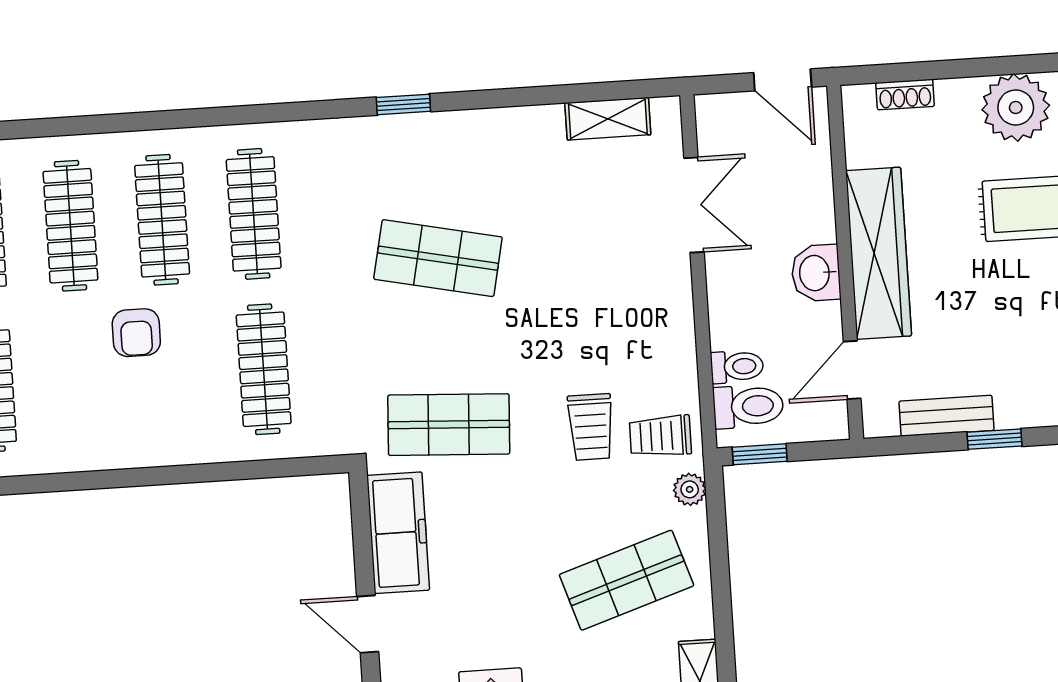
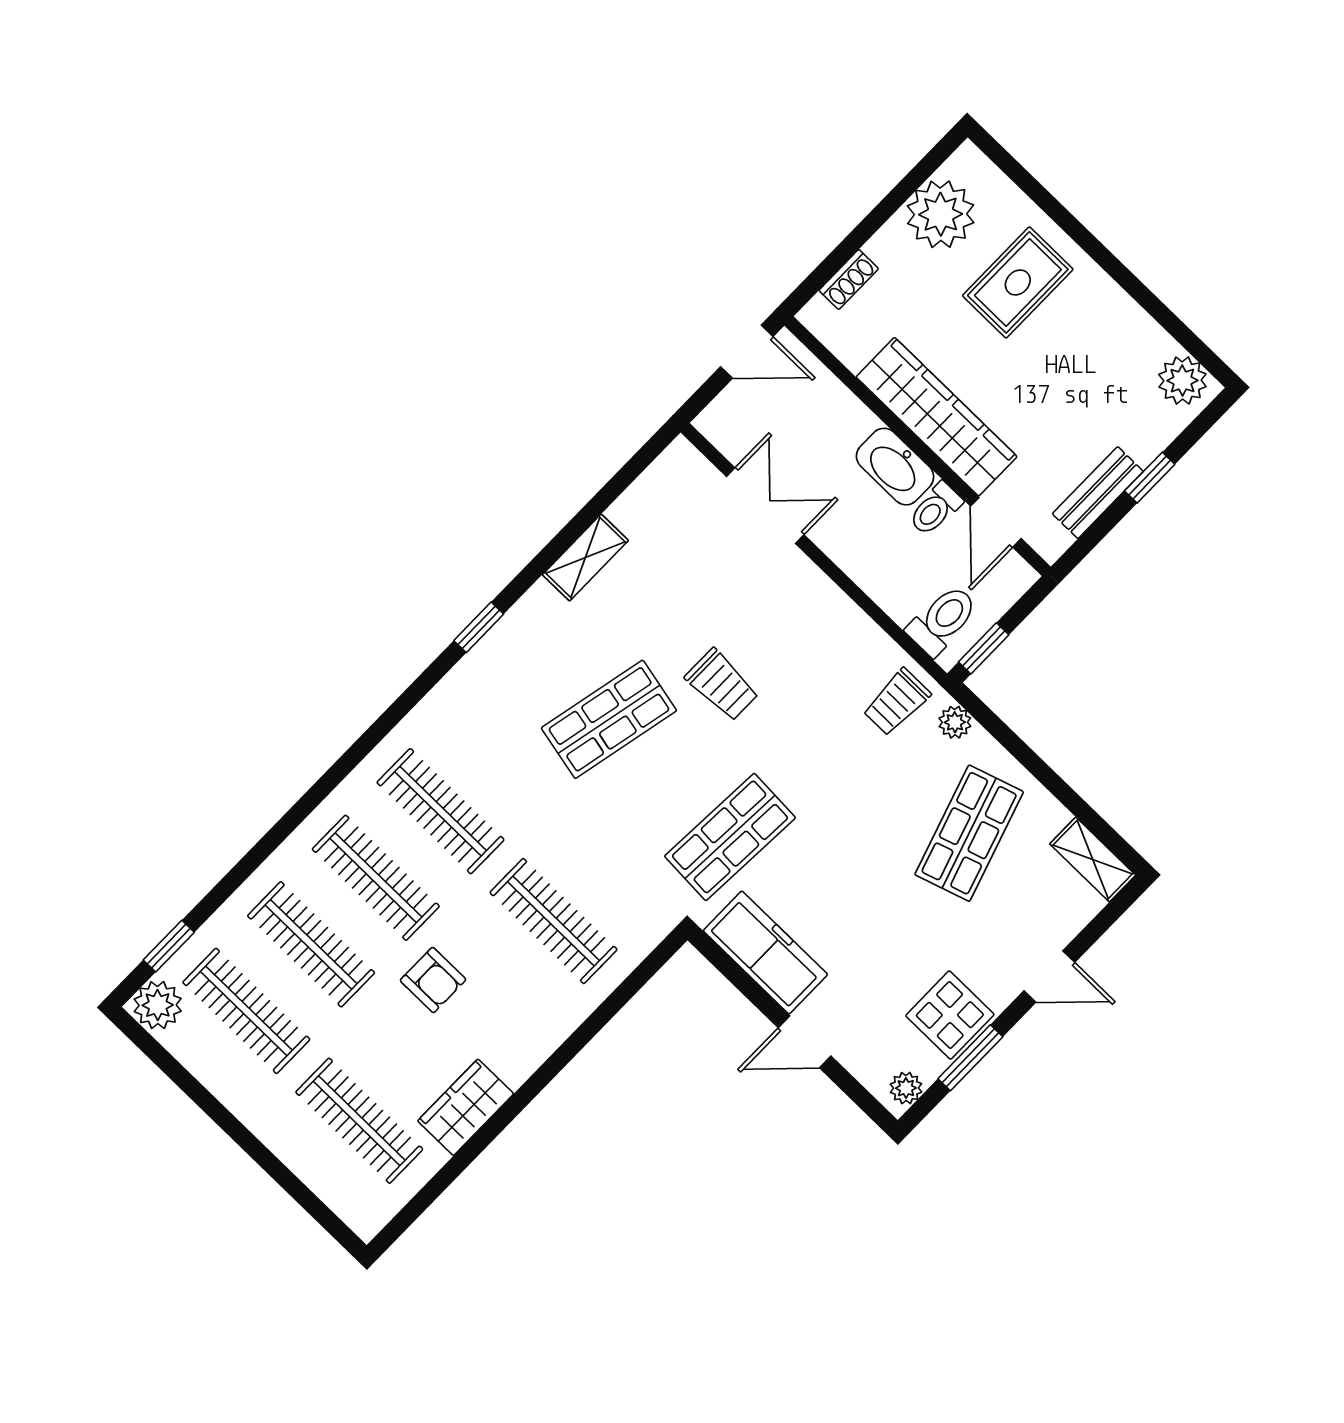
shelving: (608, 119) -> (585, 558), moved
washbasin: (816, 273) -> (895, 467), width x1.38
toilet: (737, 367) -> (935, 509), moved, turned 180
trolley: (591, 427) -> (722, 685), moved
wardrobe: (76, 448) -> (466, 1107), added

